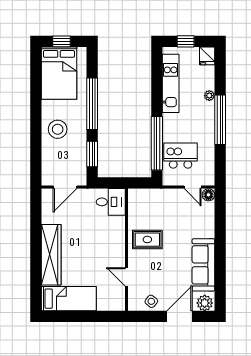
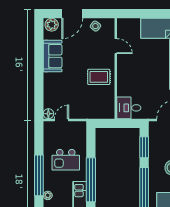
window: (157, 143) -> (91, 180), moved
kitchen island: (181, 156) -> (66, 160), moved
door: (193, 187) -> (61, 120), hinge flipped
sofa: (203, 265) -> (53, 56), width x0.73

